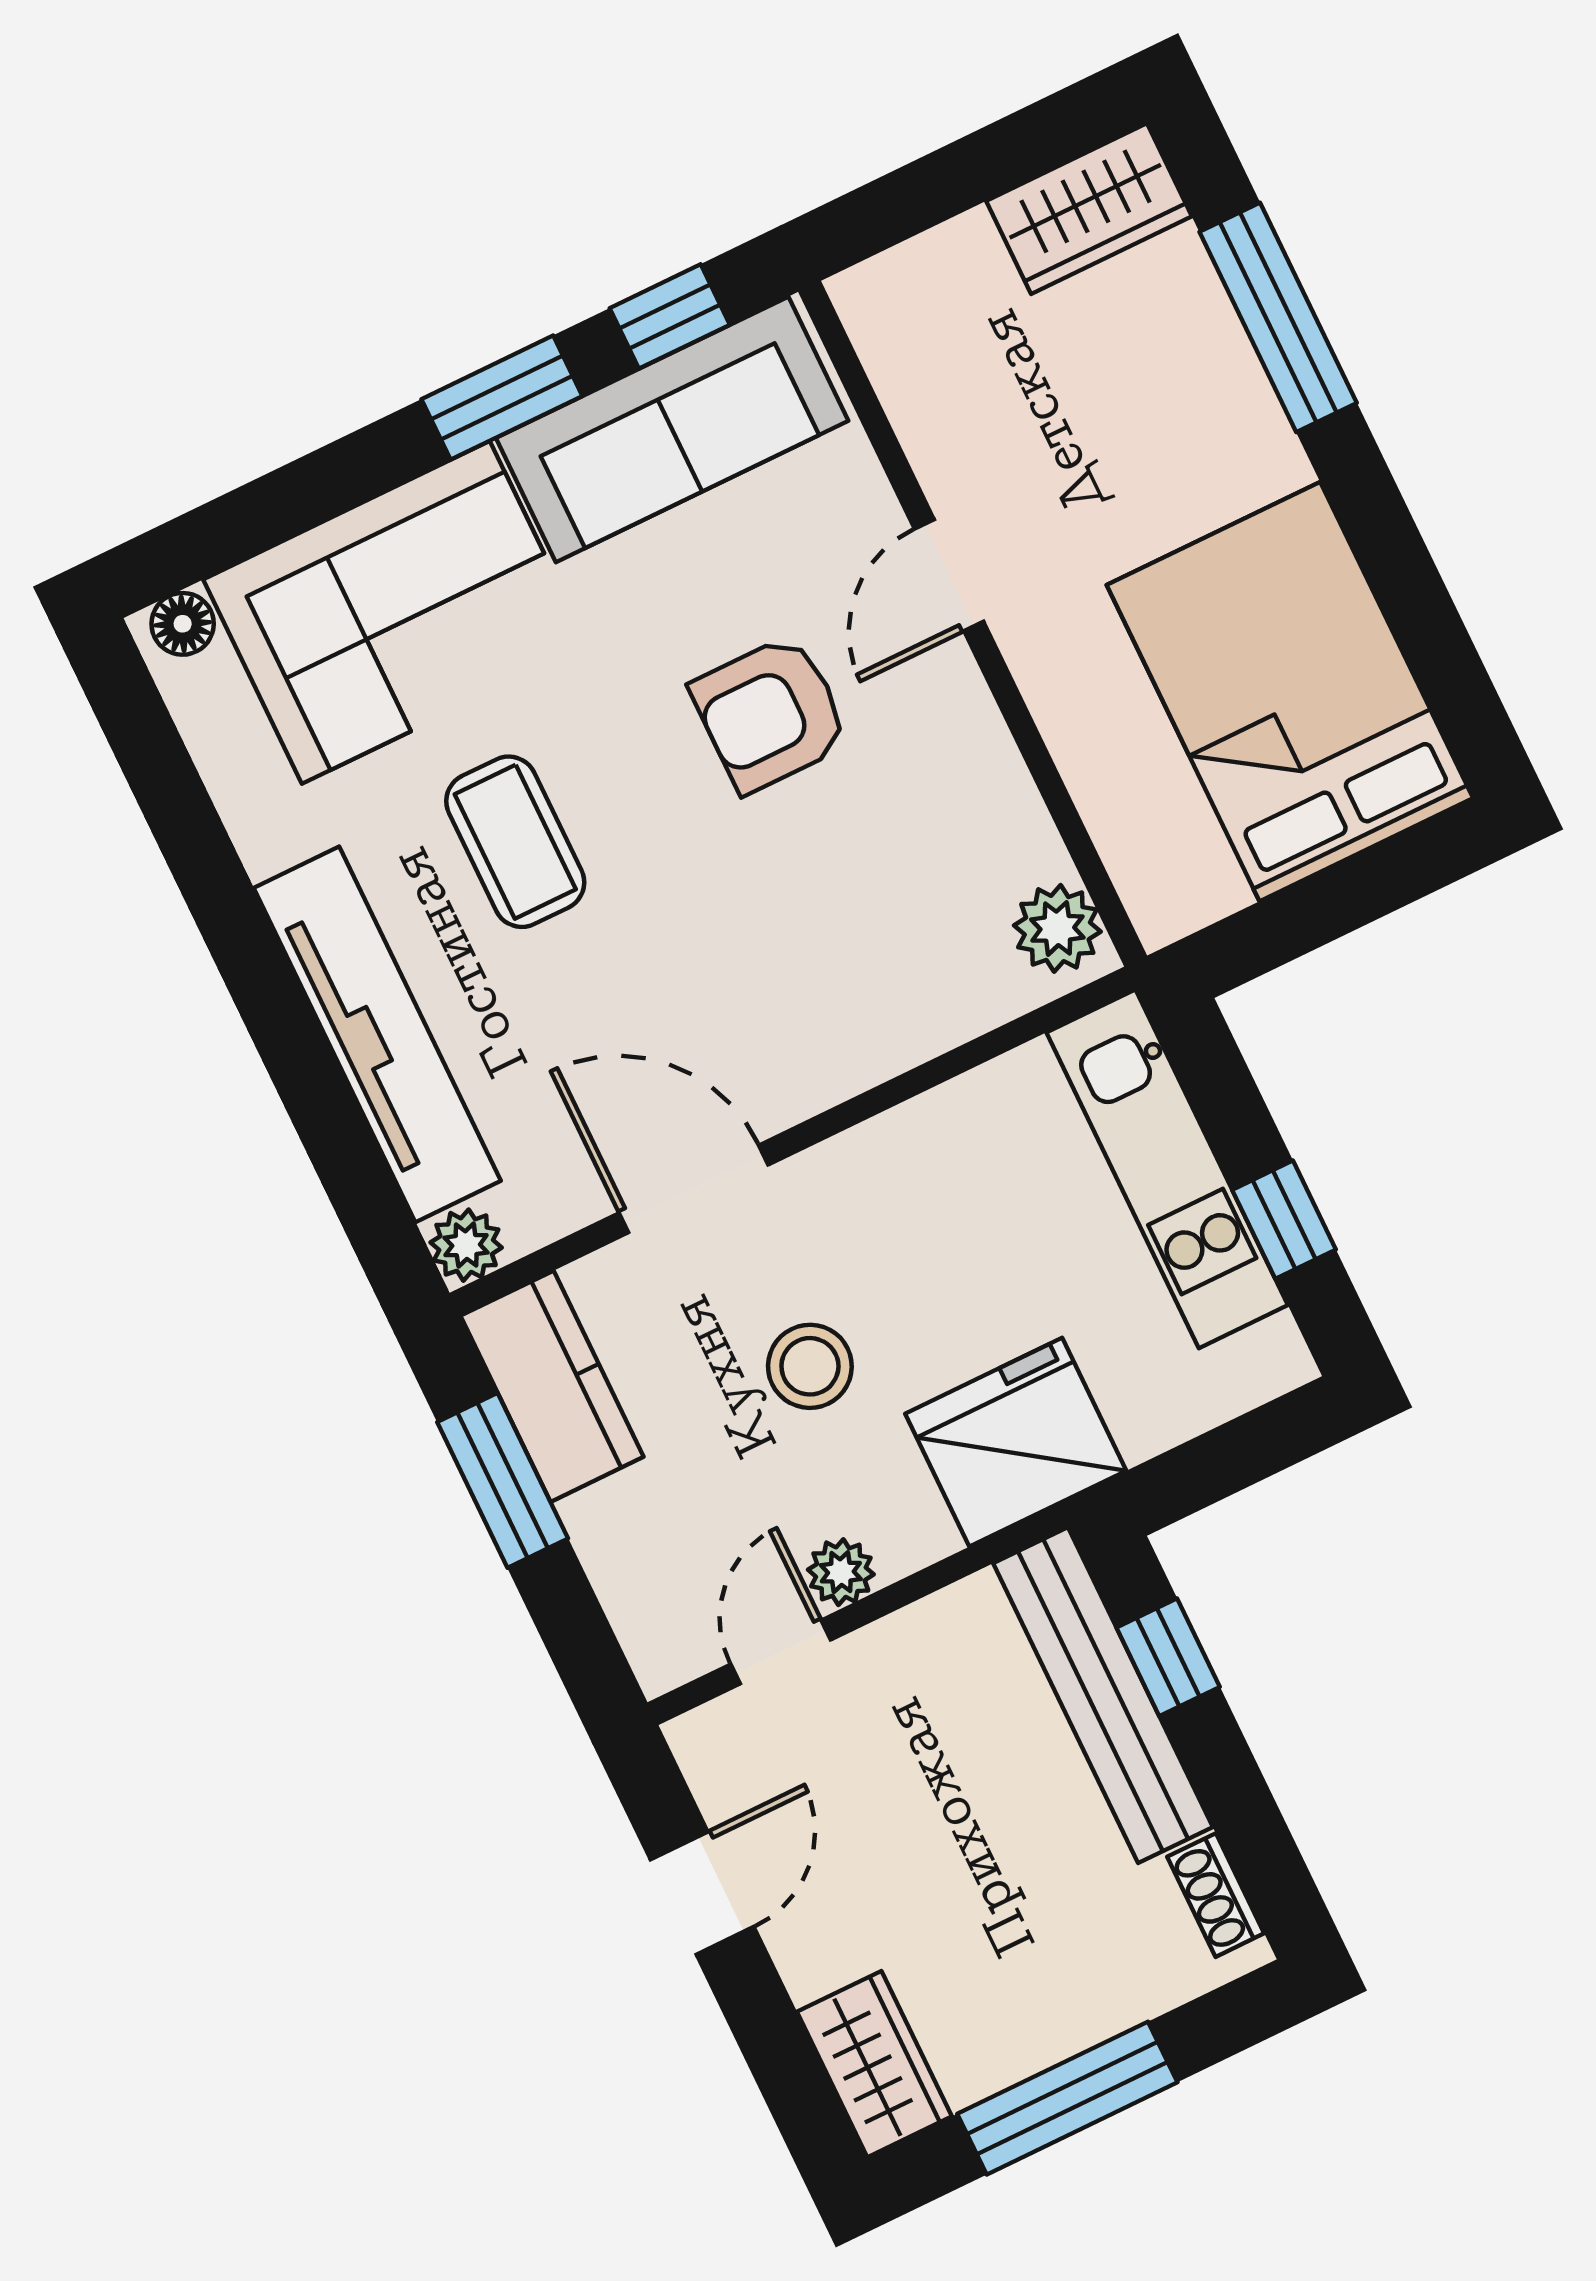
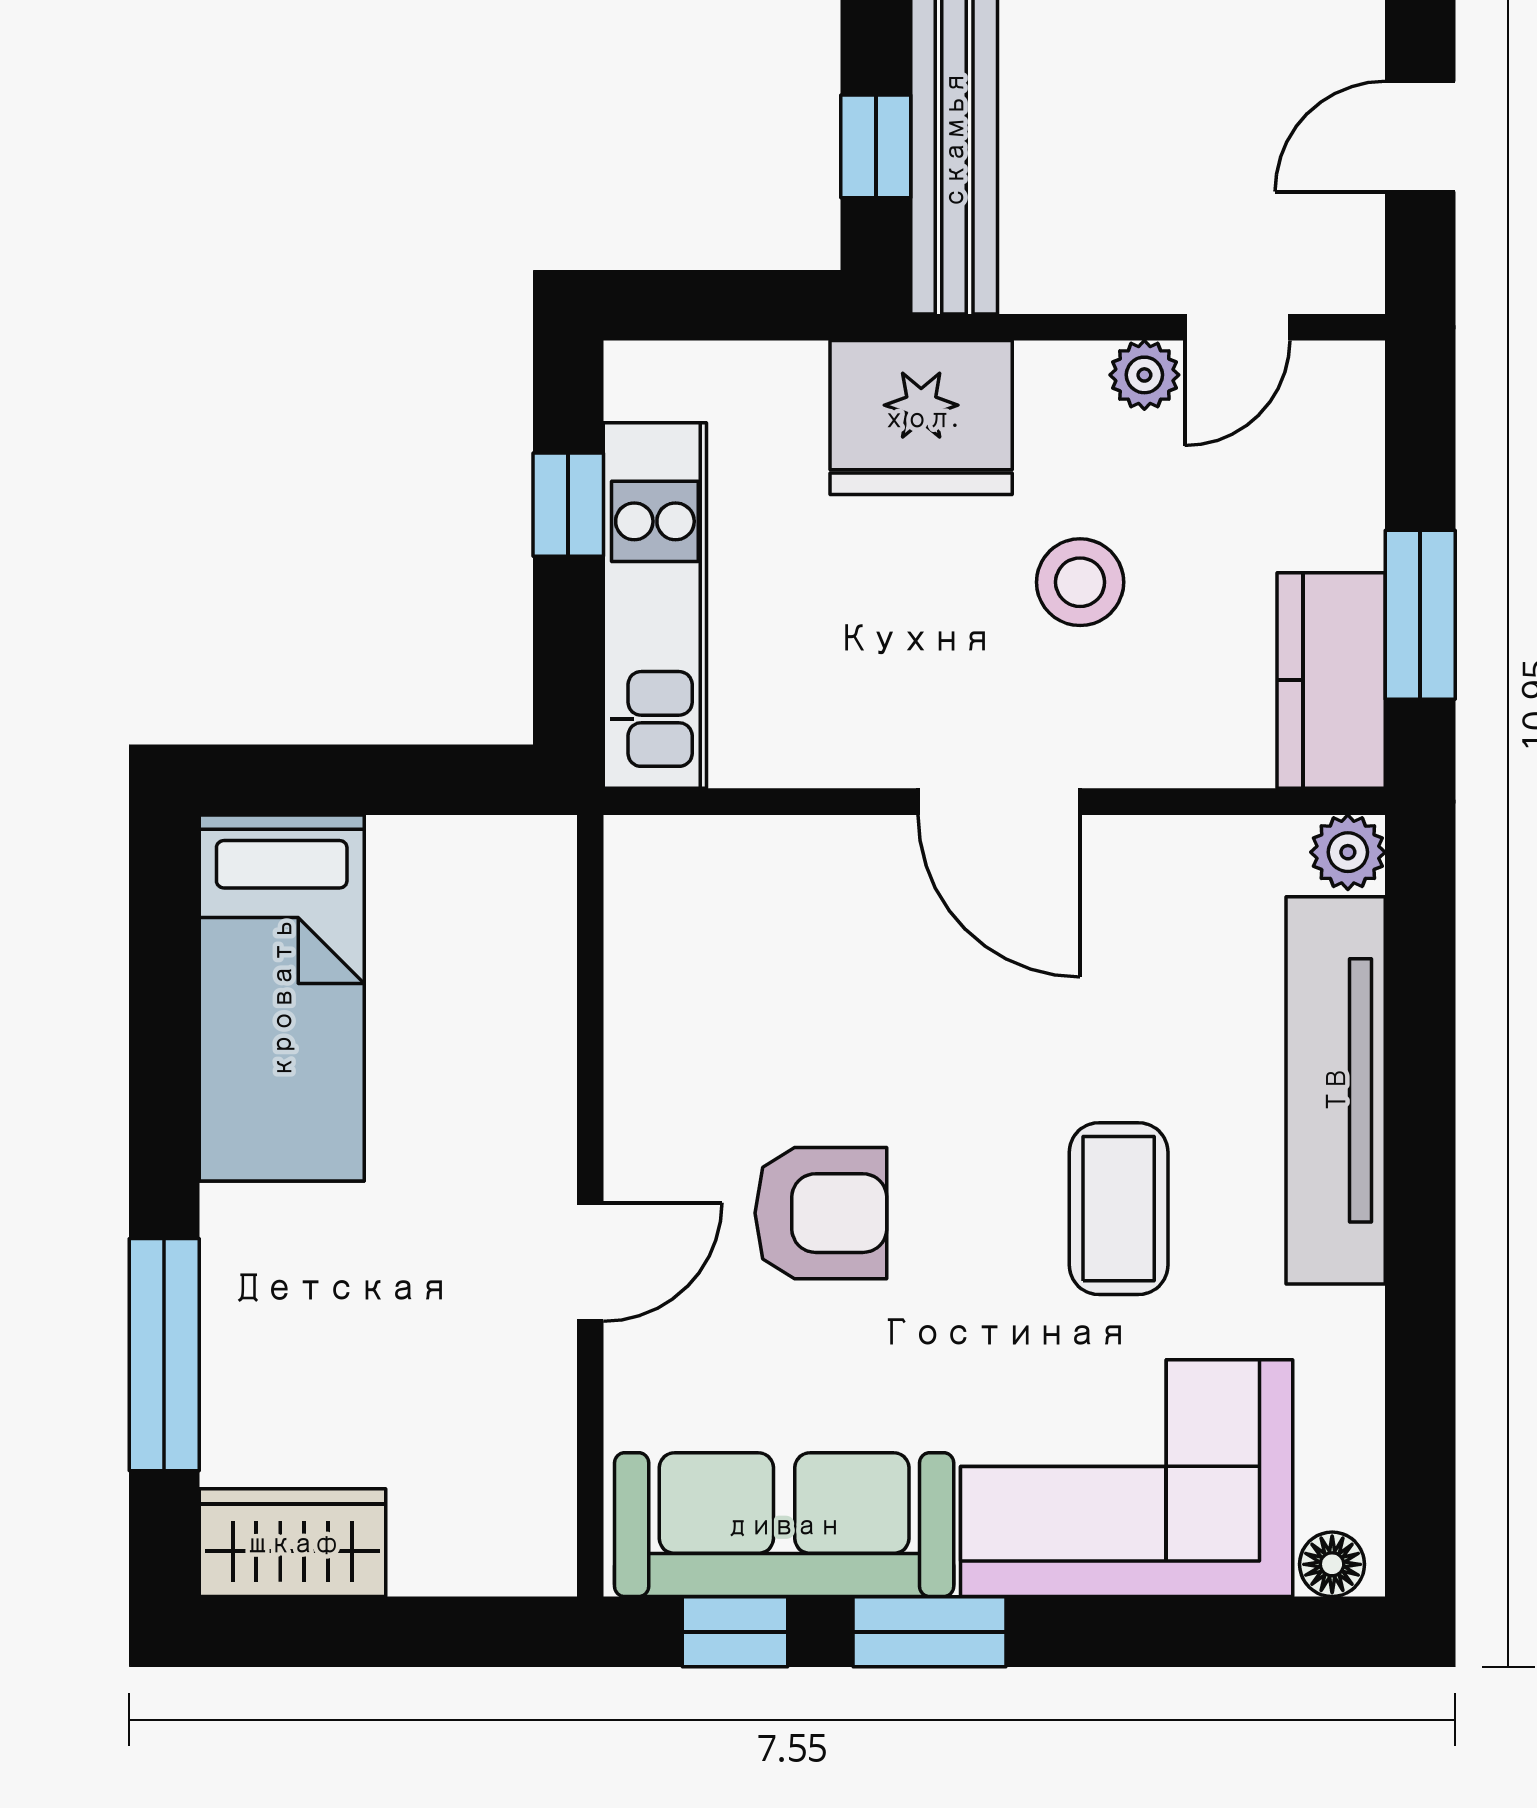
bed: (1290, 692) -> (282, 998), width x0.67
plant: (1057, 928) -> (649, 881), removed
door: (694, 1189) -> (999, 802), moved

